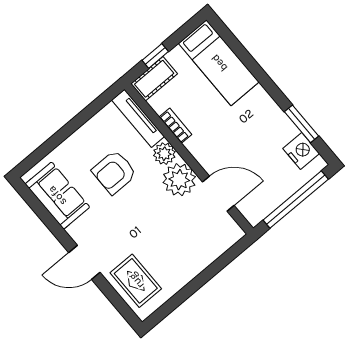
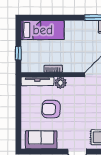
cot: (154, 79) -> (27, 61), removed
armchair: (114, 172) -> (51, 109), turned 91
plant: (179, 180) -> (76, 86), removed

